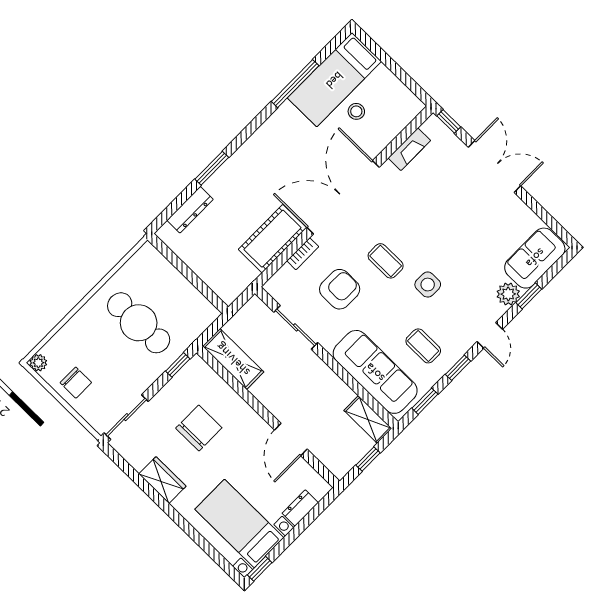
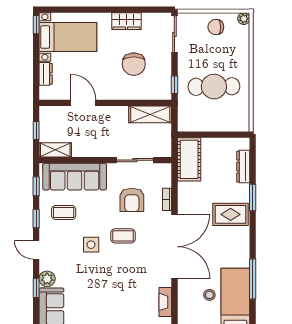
rug: (252, 173) -> (231, 214), added
cot: (272, 239) -> (189, 159), moved

